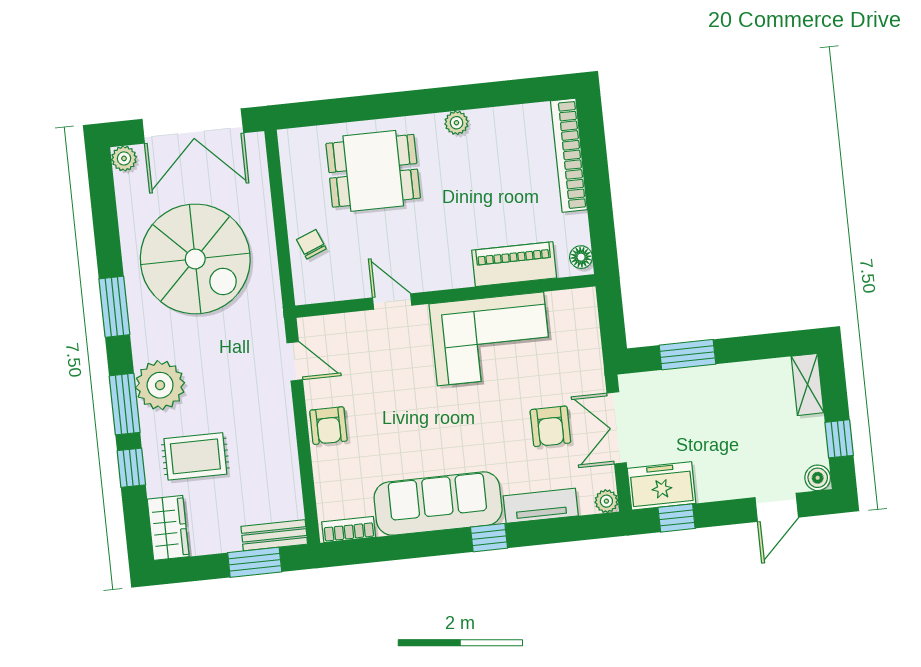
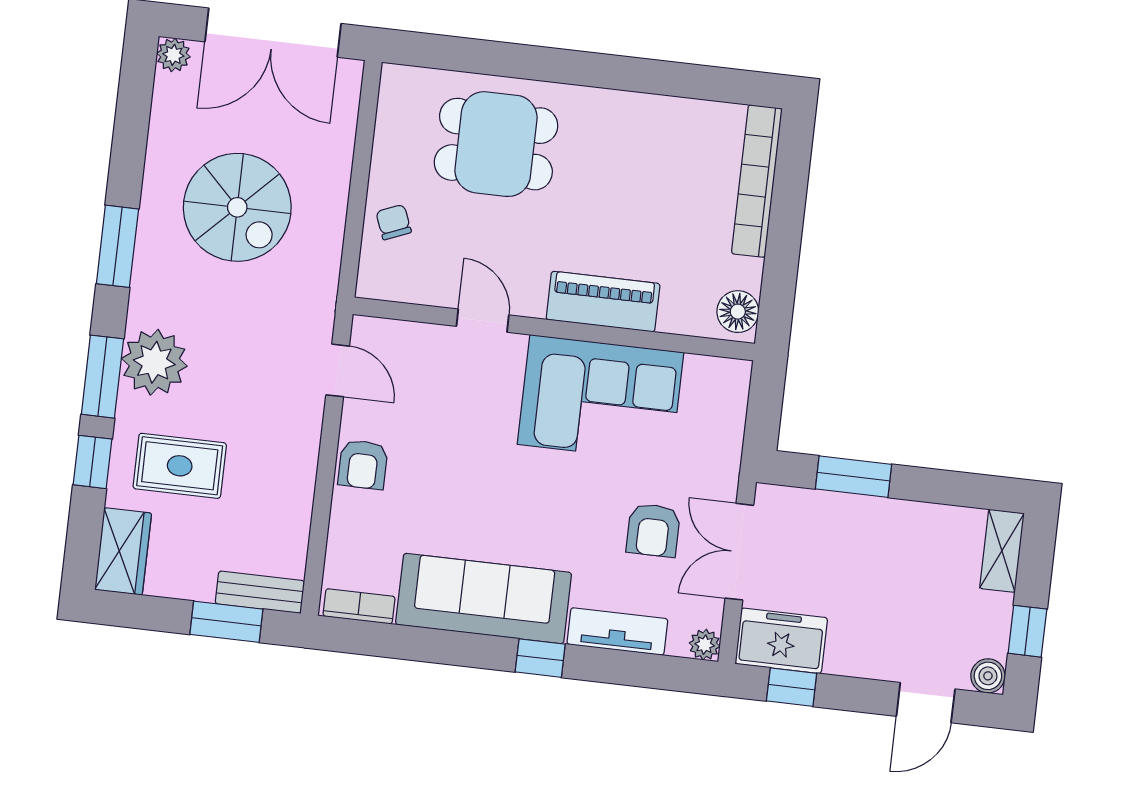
plant: (456, 123) -> (619, 105), removed
floor lamp: (581, 257) -> (738, 312), width x1.37, depth x1.37
spiral stairs: (195, 259) -> (237, 207), width x0.73, depth x0.73
piano: (514, 264) -> (603, 302), moved

